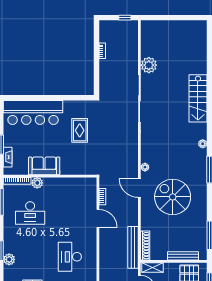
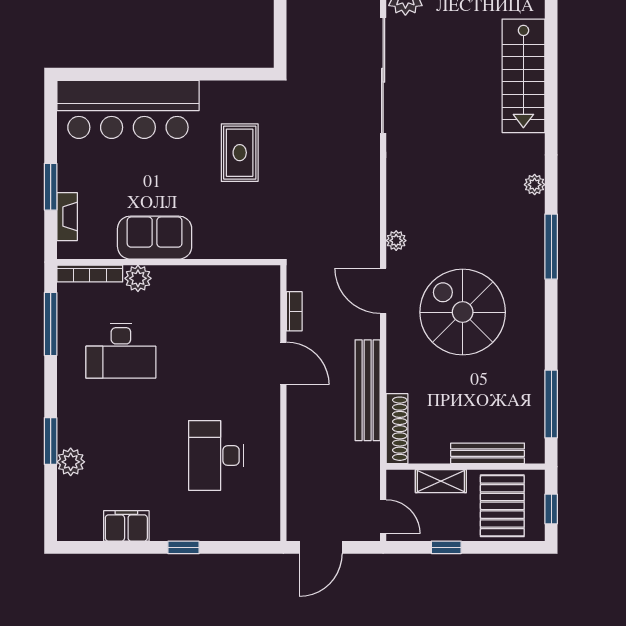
bench: (133, 247) -> (368, 390), moved
shelving: (152, 267) -> (441, 481), moved

